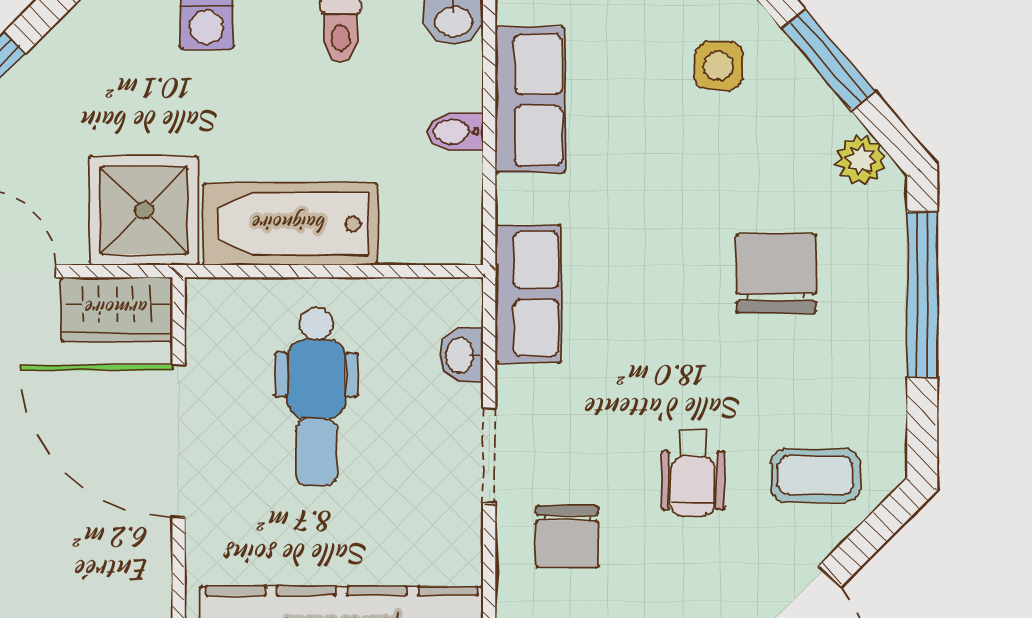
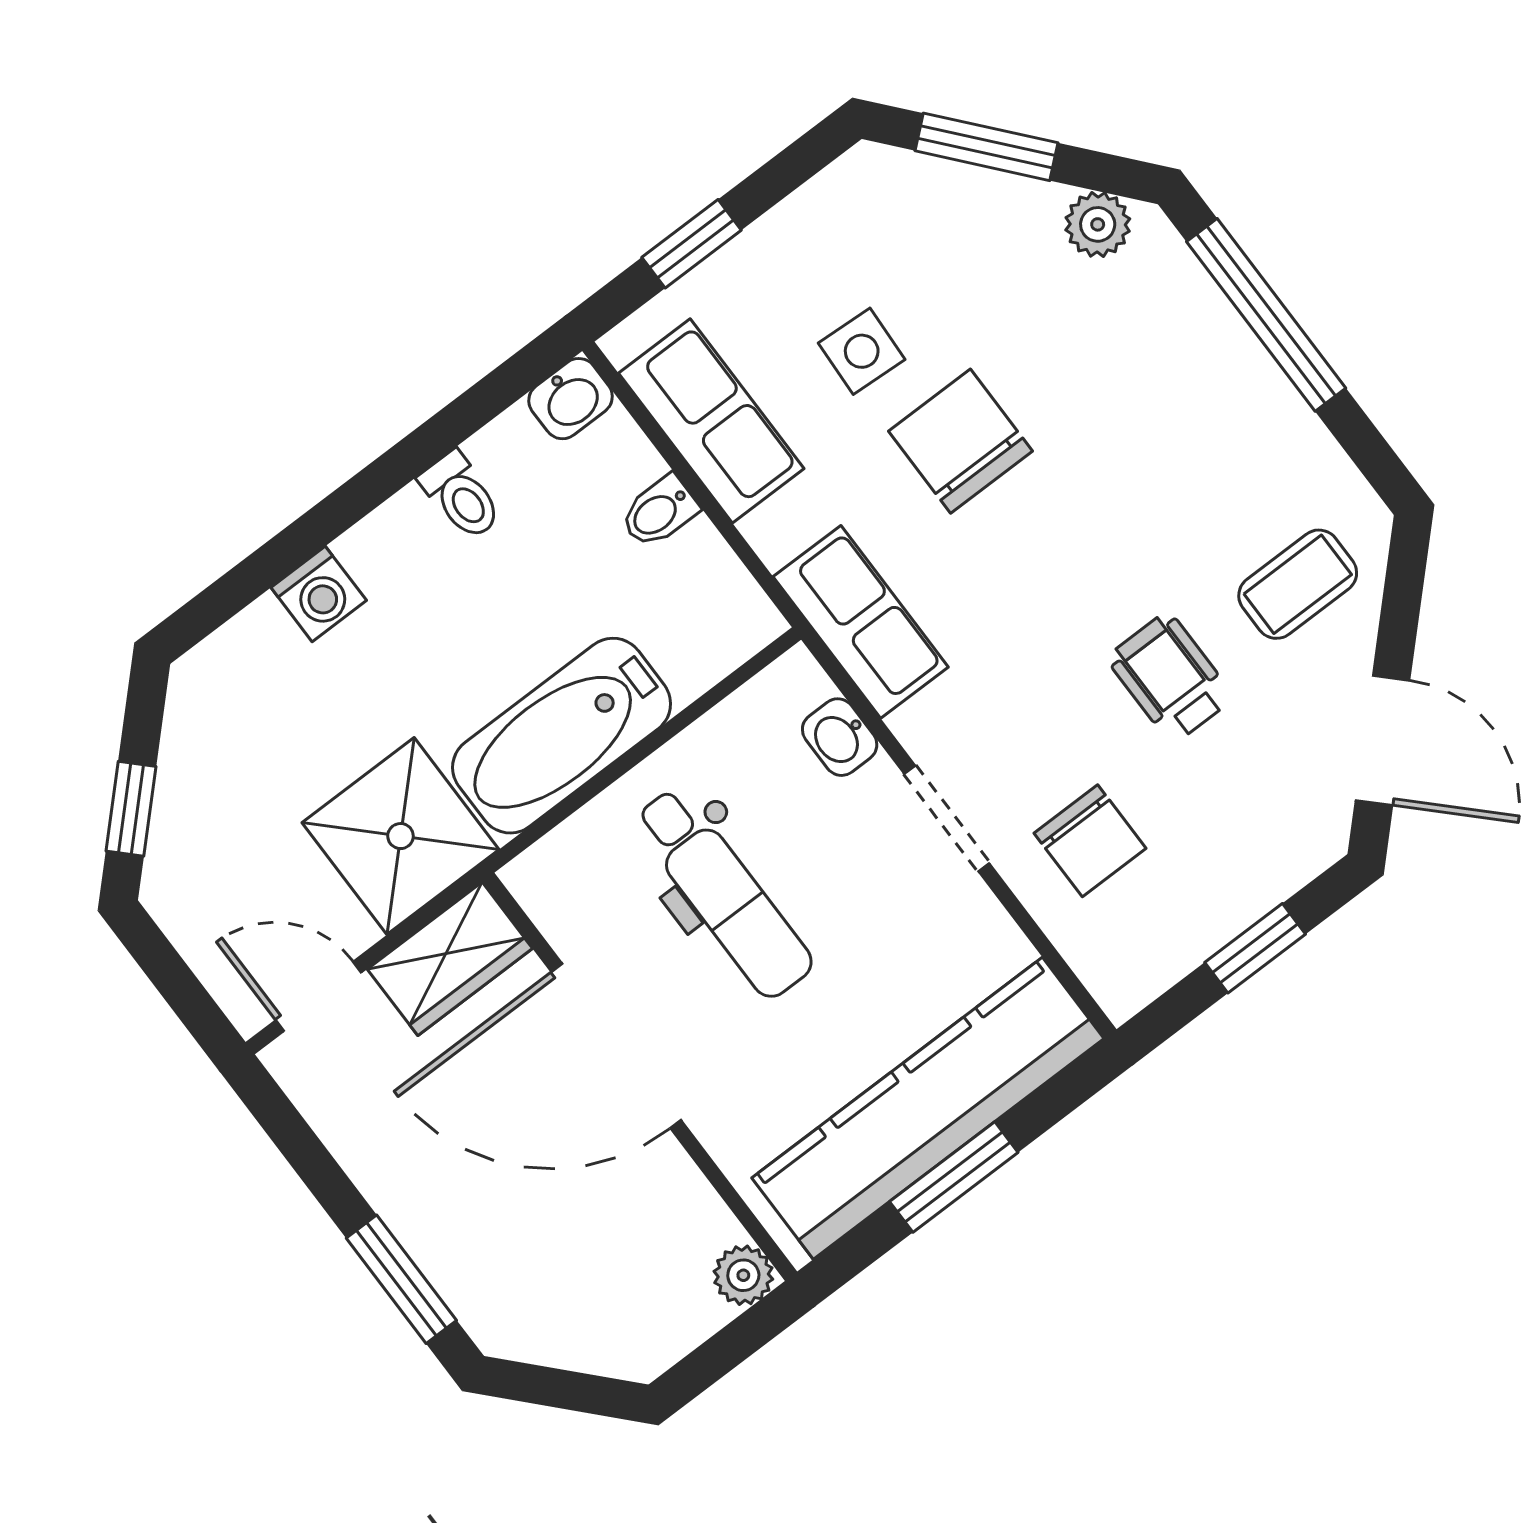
side table: (719, 66) -> (862, 351), moved
chair: (776, 273) -> (960, 441), moved
wheelchair: (693, 473) -> (1170, 678), turned 180

